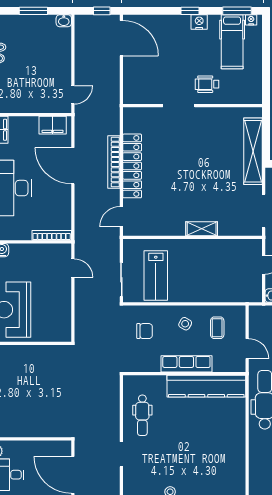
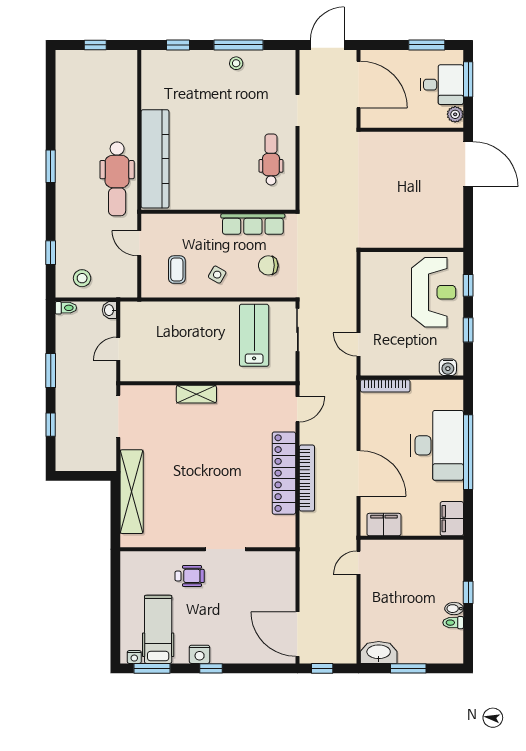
washbasin: (64, 21) -> (379, 652), width x1.91, depth x1.45
row of seats: (186, 364) -> (253, 224), moved
kitchen counter: (206, 386) -> (155, 159), moved, turned 90

